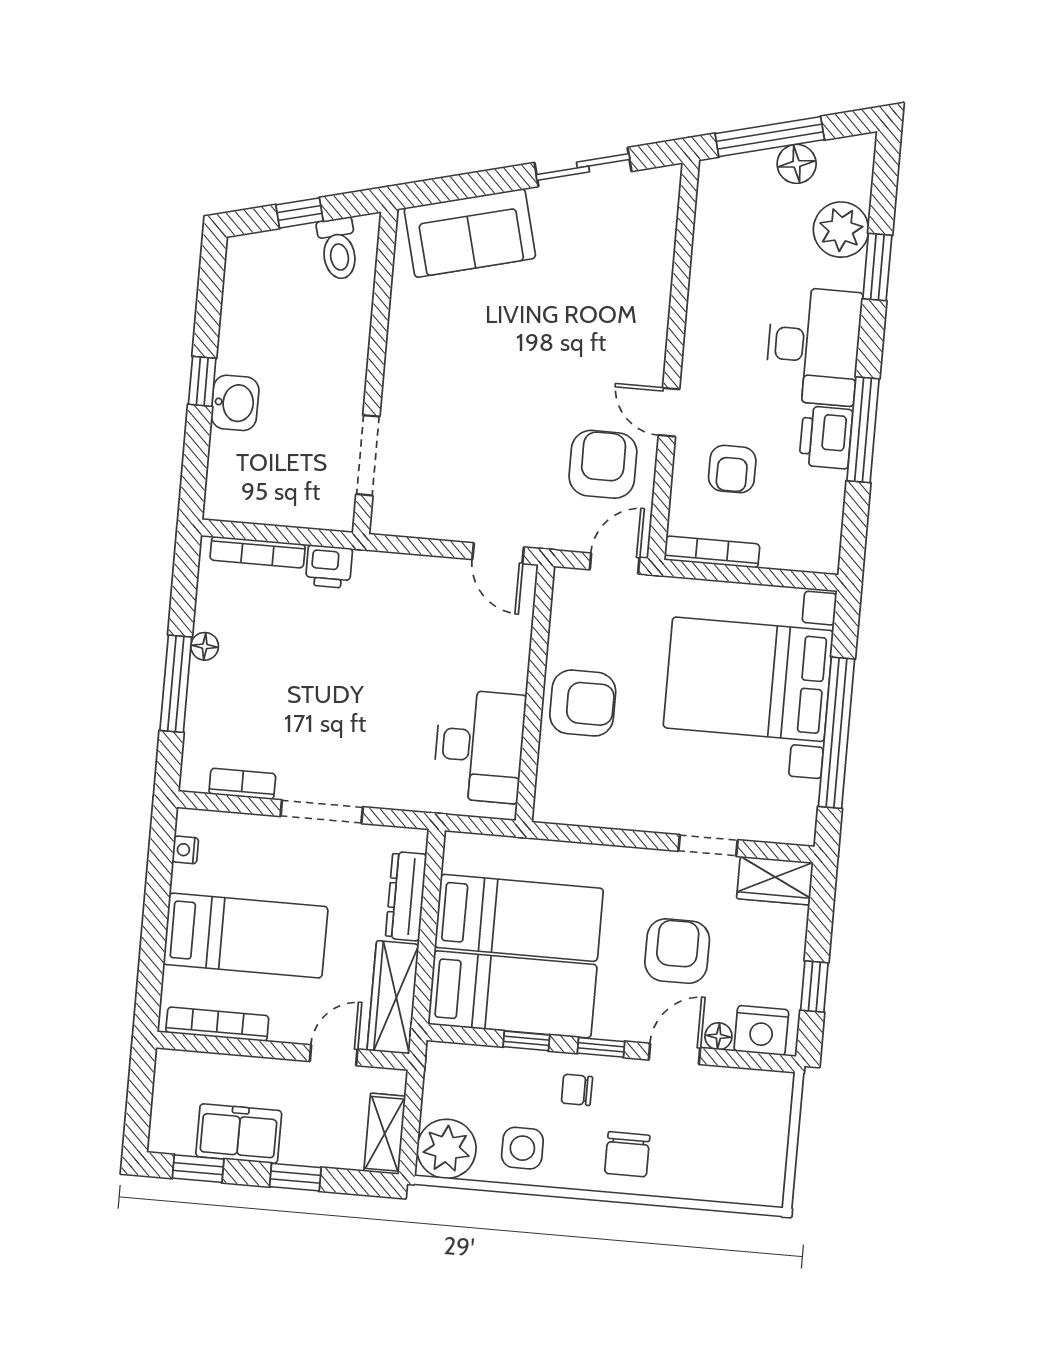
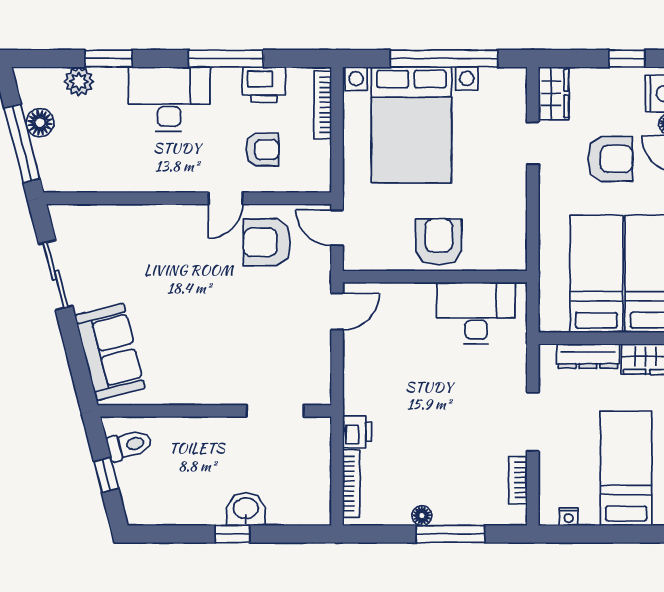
plant: (841, 230) -> (79, 81), width x0.73, depth x0.73
printer: (826, 437) -> (264, 85), moved
bookcase: (712, 552) -> (323, 105), moved
armchair: (677, 951) -> (610, 159), turned 180

